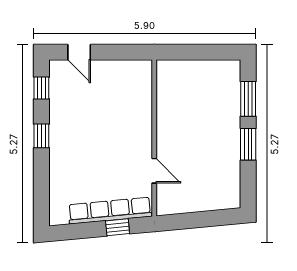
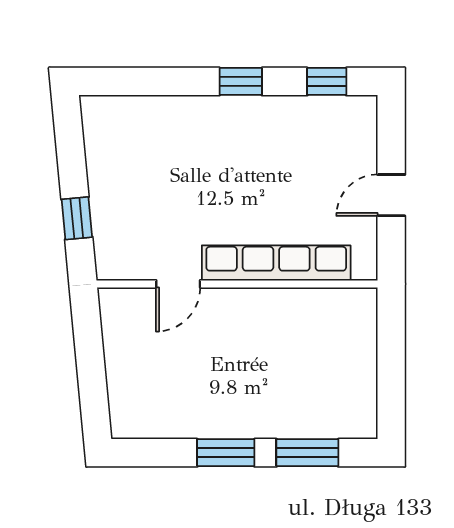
door: (79, 52) -> (391, 195), moved
row of seats: (110, 211) -> (276, 263), moved, turned -85

